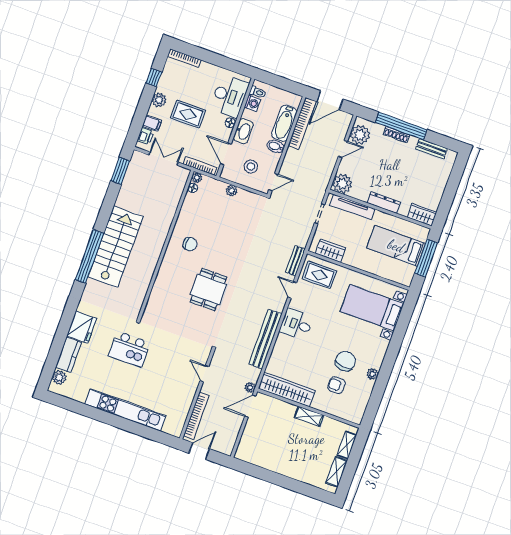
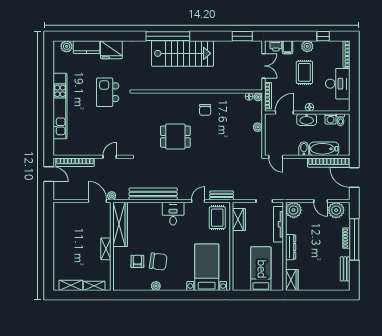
desk: (229, 96) -> (338, 84), moved, turned -90
stool: (251, 167) -> (282, 135), removed
window: (426, 258) -> (260, 295), removed

